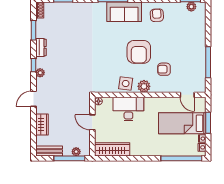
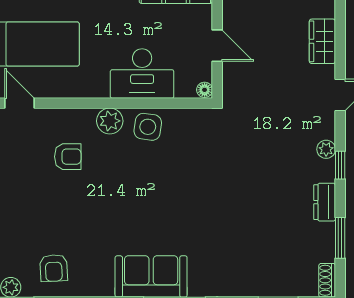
armchair: (157, 15) -> (54, 268), moved
armchair: (139, 52) -> (120, 193), removed

